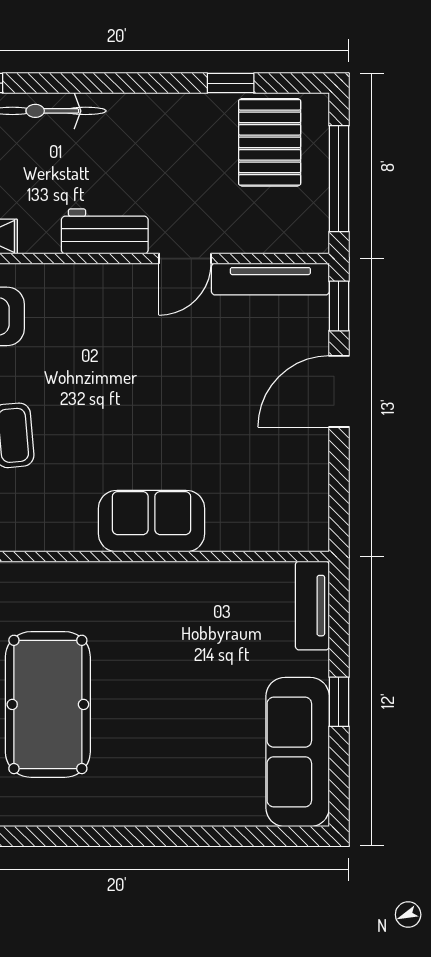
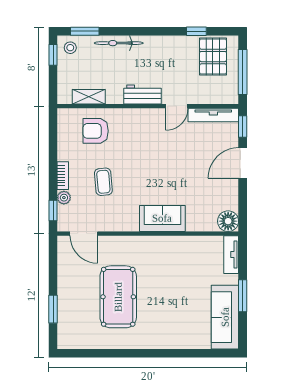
floor lamp: (305, 527) -> (228, 221), added
window: (339, 702) -> (243, 296), width x1.50

